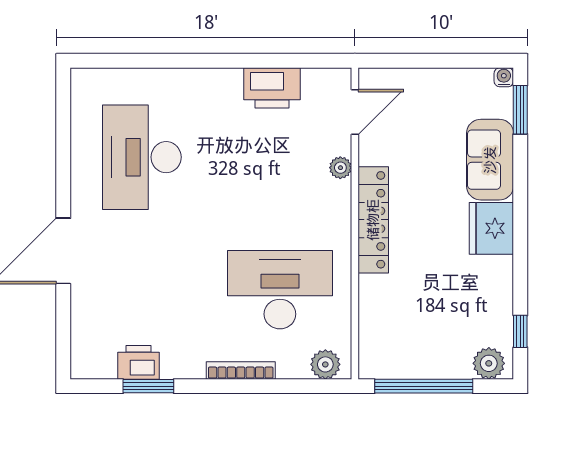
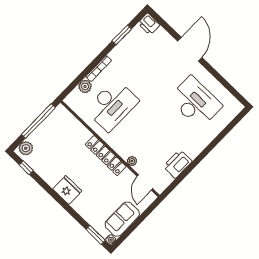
sofa: (490, 160) -> (122, 219), moved, turned -90
printer: (139, 362) -> (149, 24), moved, turned 90
plant: (325, 364) -> (85, 86), moved

